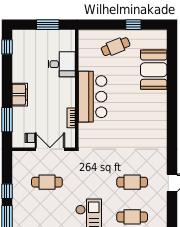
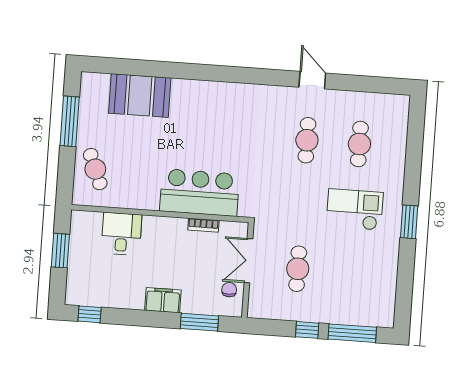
window: (133, 25) -> (70, 121), width x2.17
cafe table: (116, 47) -> (95, 169), moved
bar counter: (93, 97) -> (200, 193), moved

